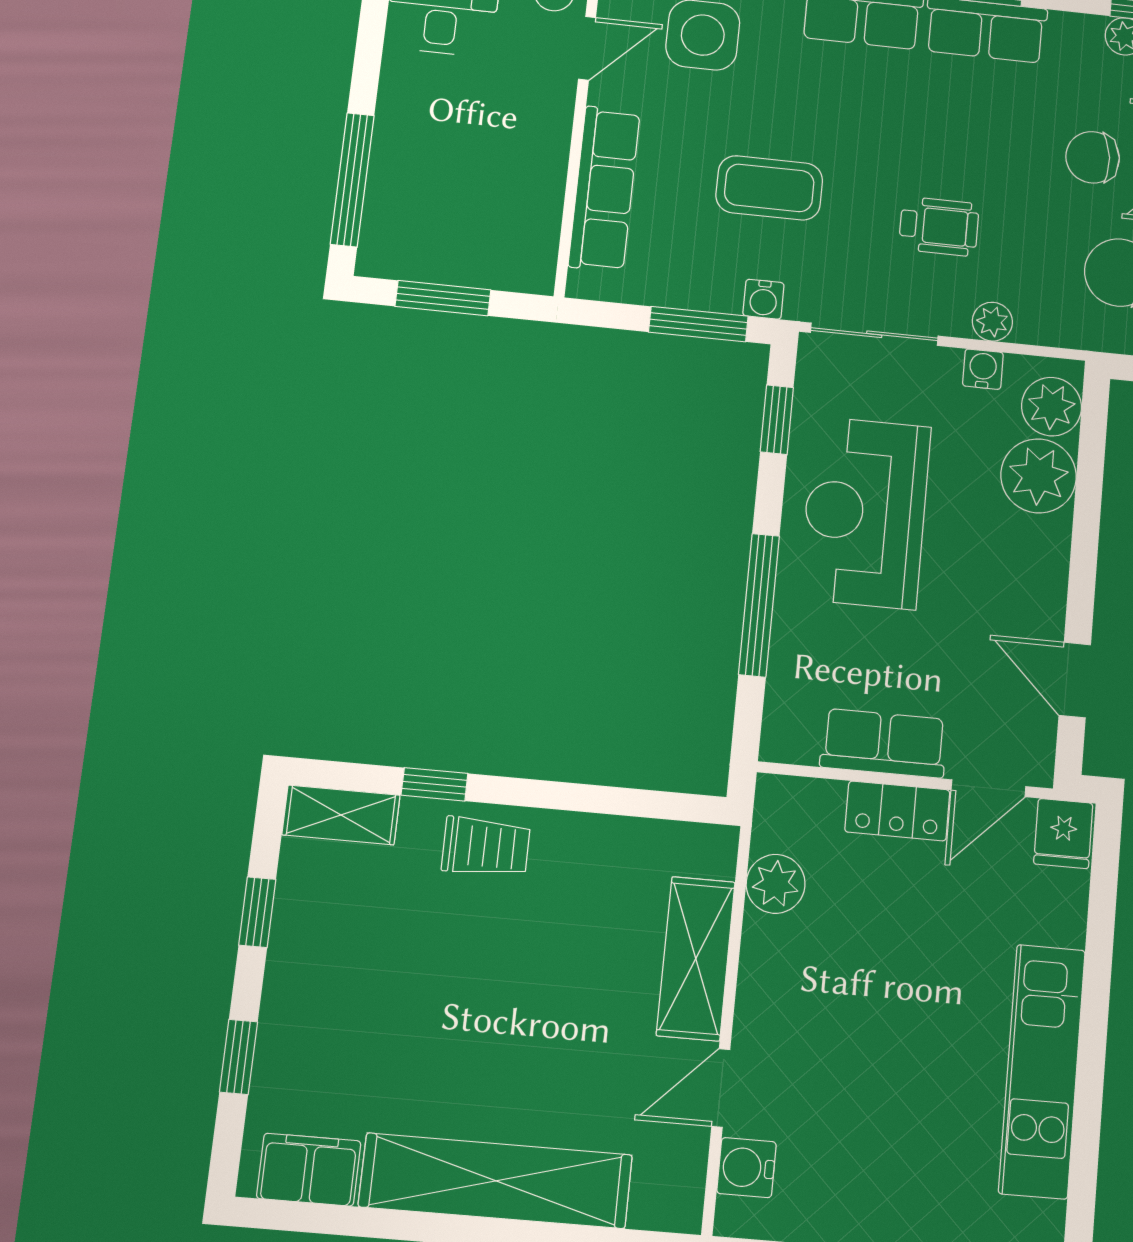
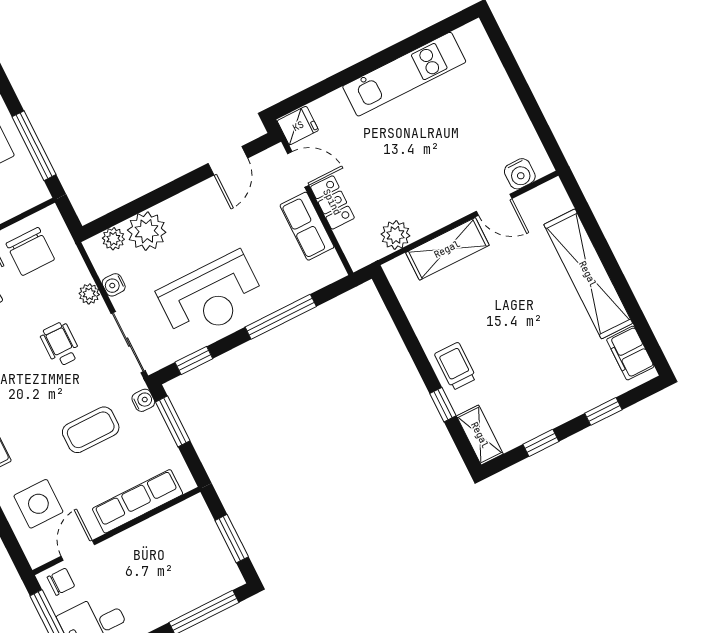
door: (587, 48) -> (78, 550), hinge flipped
coffee table: (769, 188) -> (91, 430), turned 90
plant: (1052, 407) -> (113, 239), width x0.73, depth x0.73

